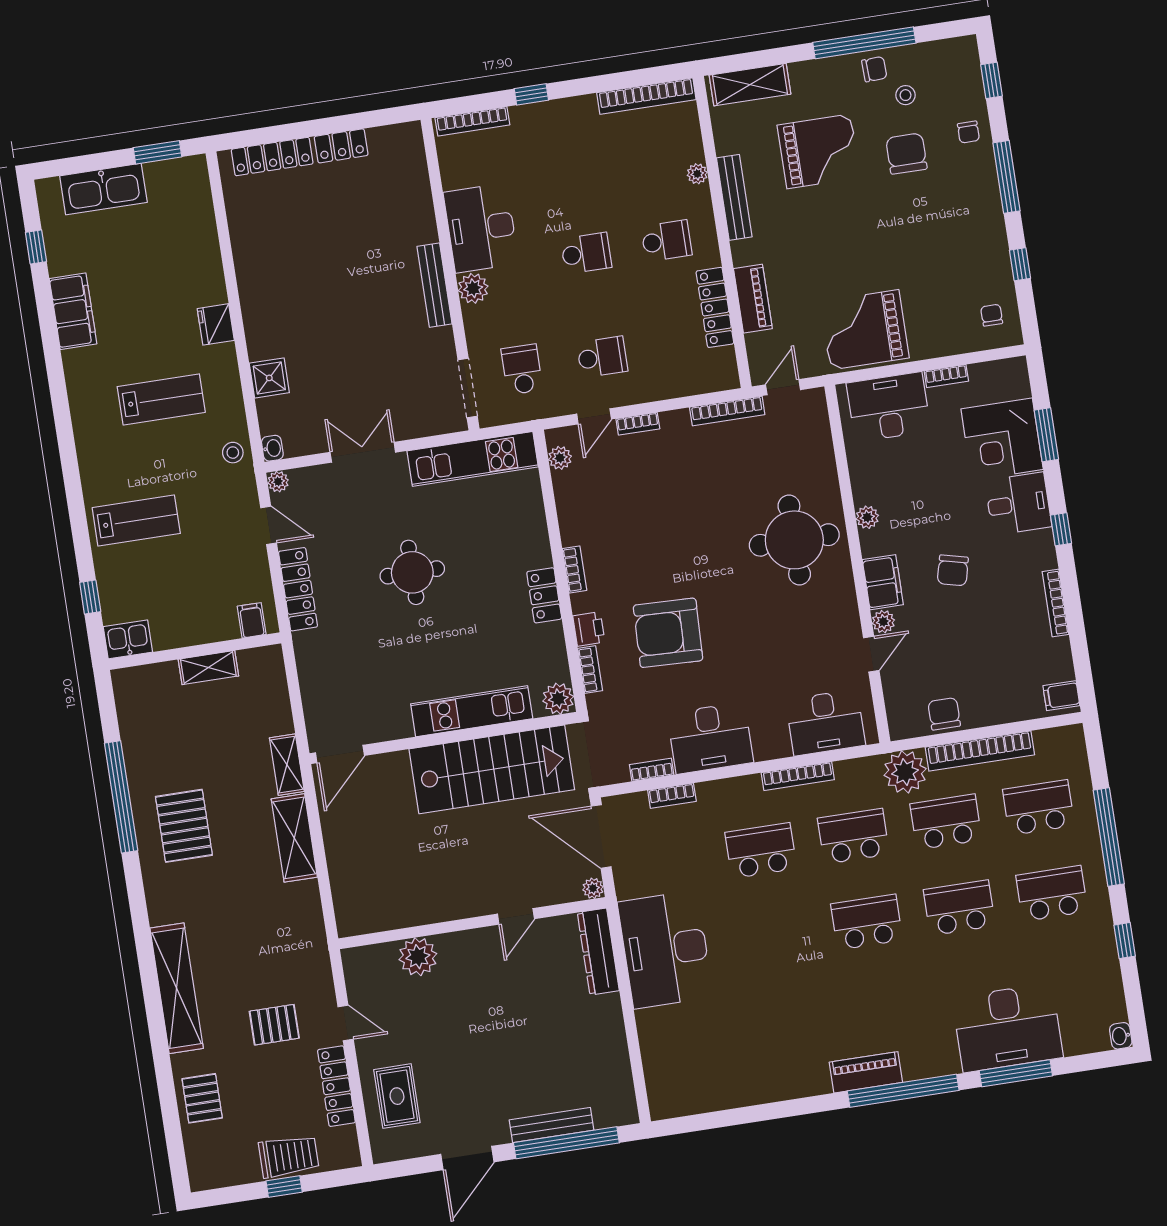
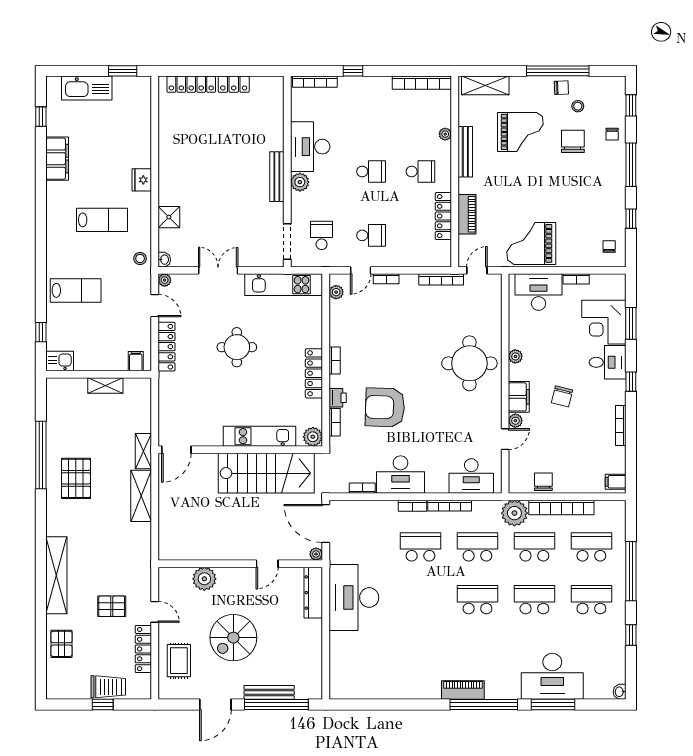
locker: (544, 595) -> (314, 373), width x1.53
bookcase: (672, 796) -> (412, 506), moved
spiral stairs: (480, 1045) -> (233, 638), added

